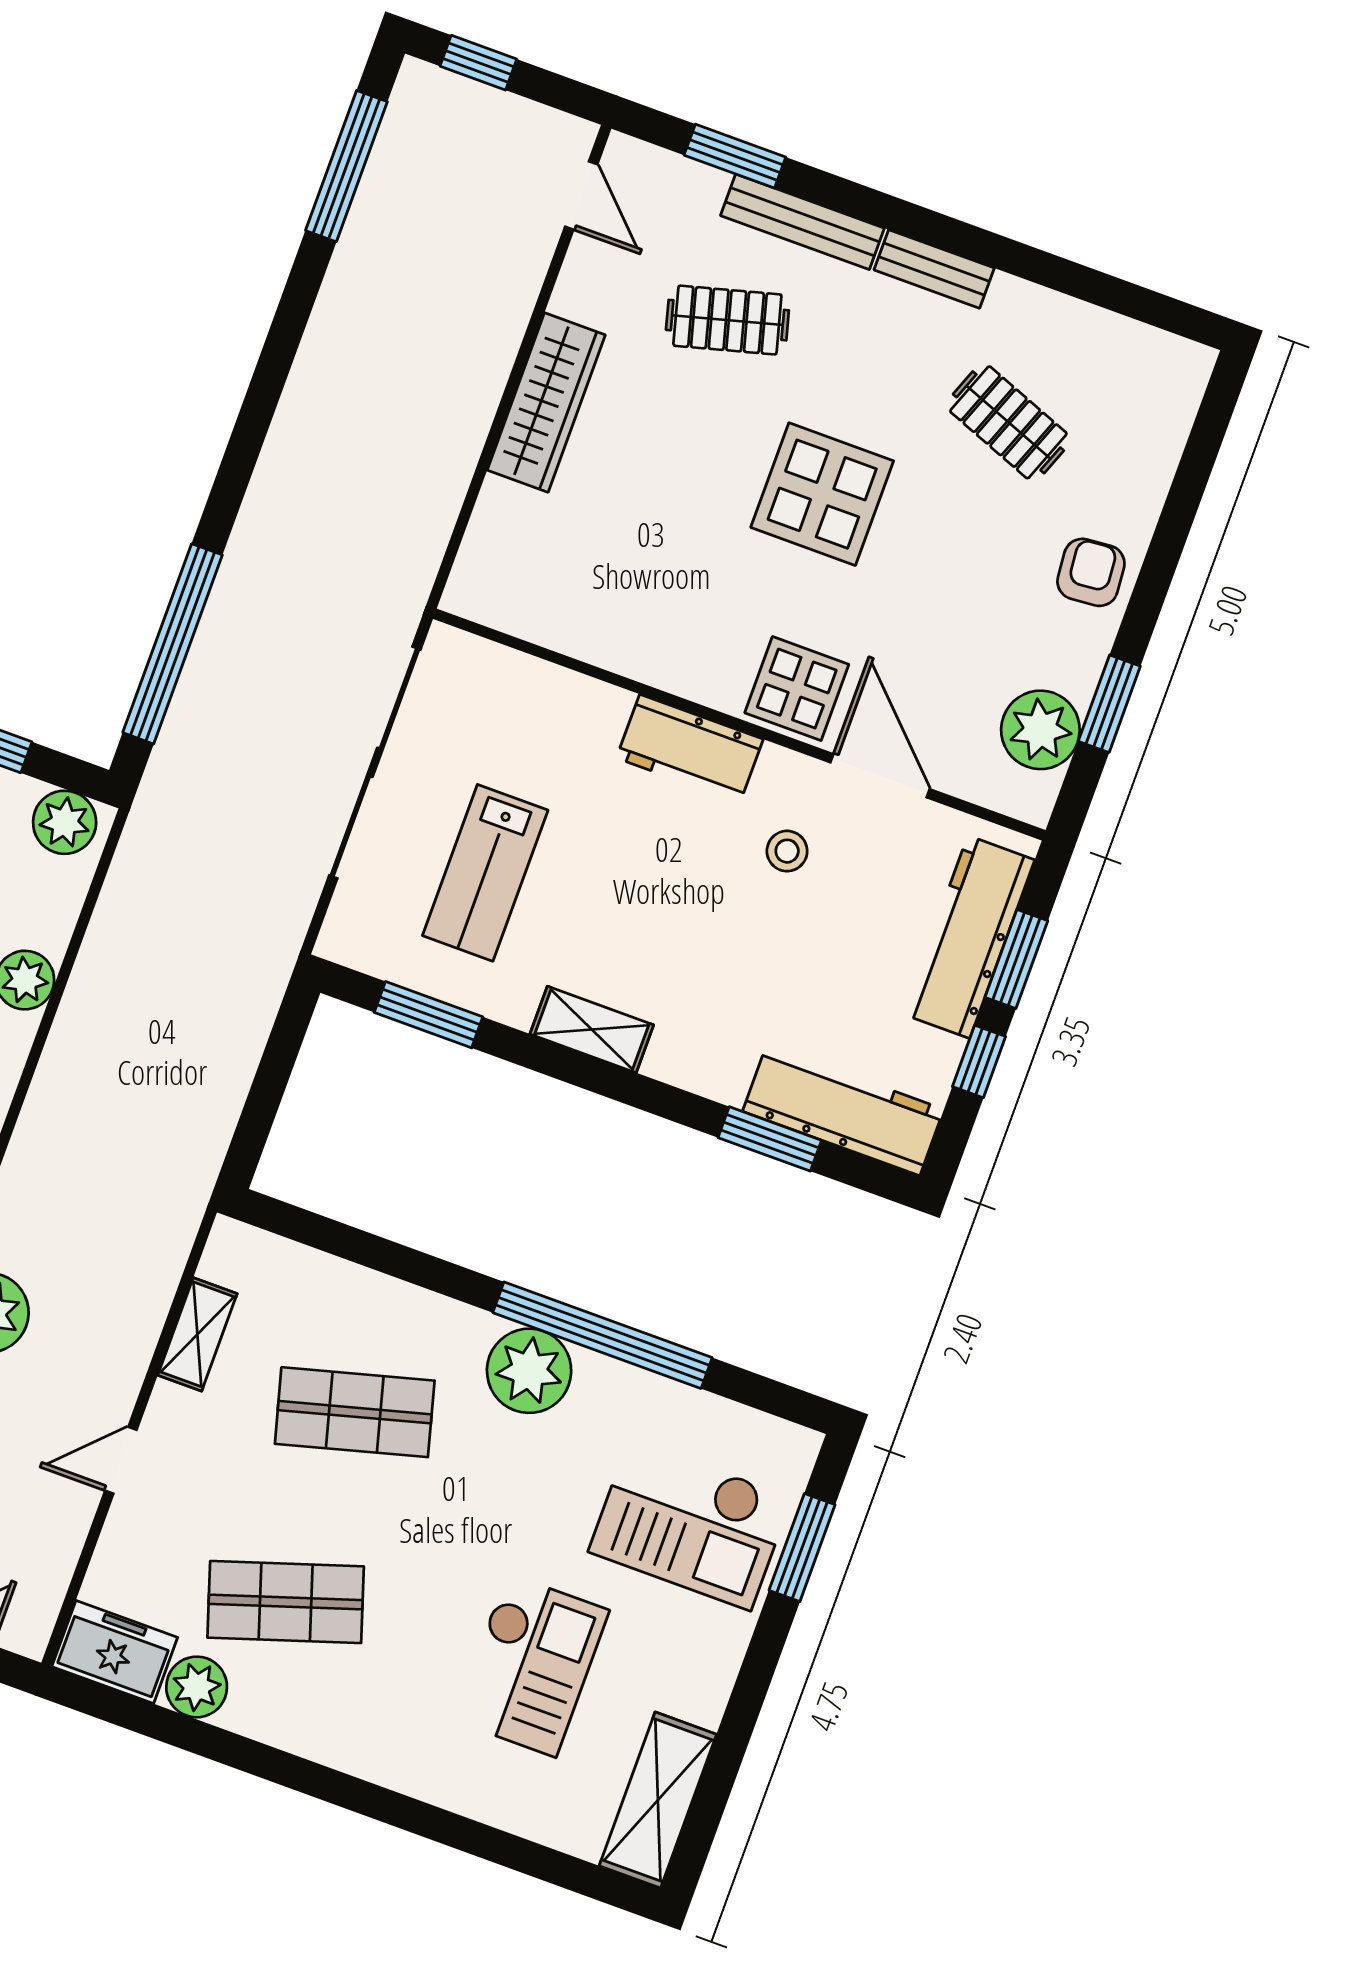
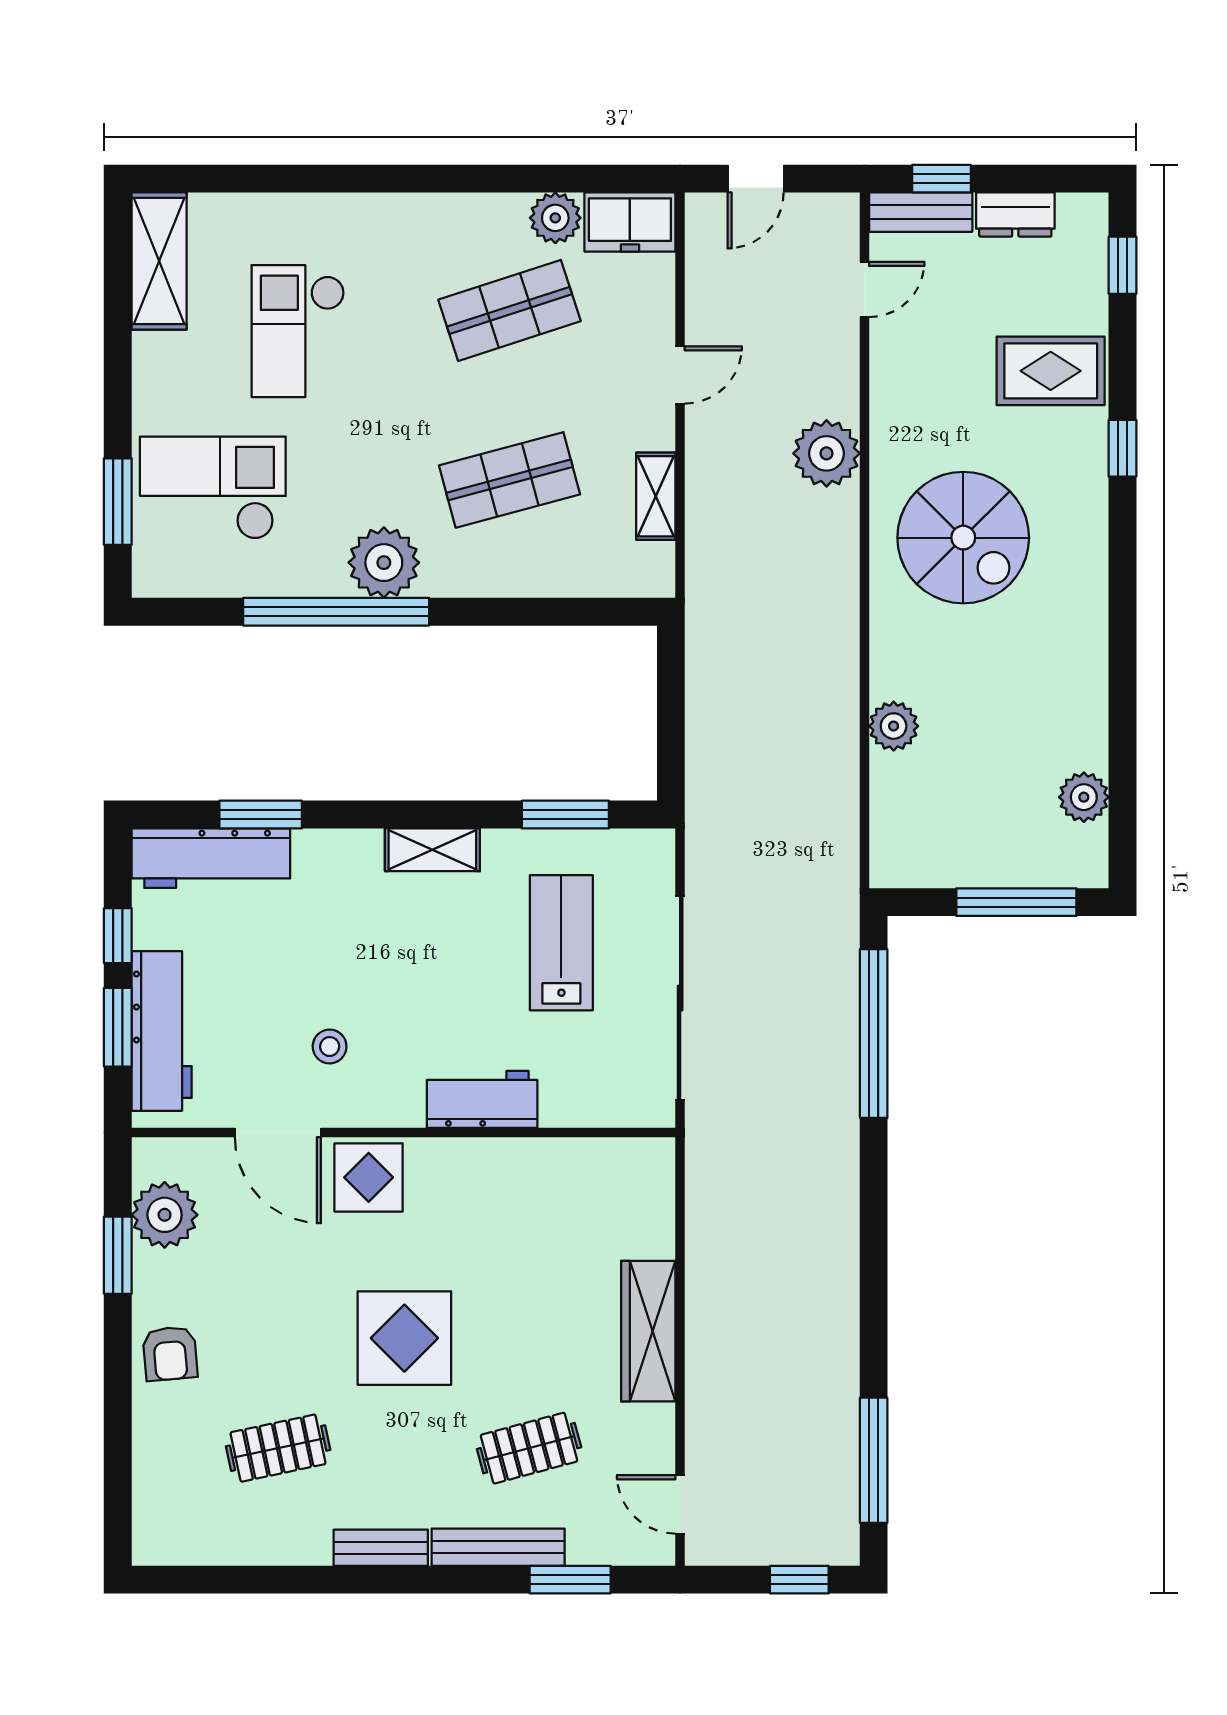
clothes rail: (1008, 422) -> (278, 1448), turned -33
workbench: (690, 749) -> (482, 1099), moved
plant: (65, 822) -> (908, 862), removed

